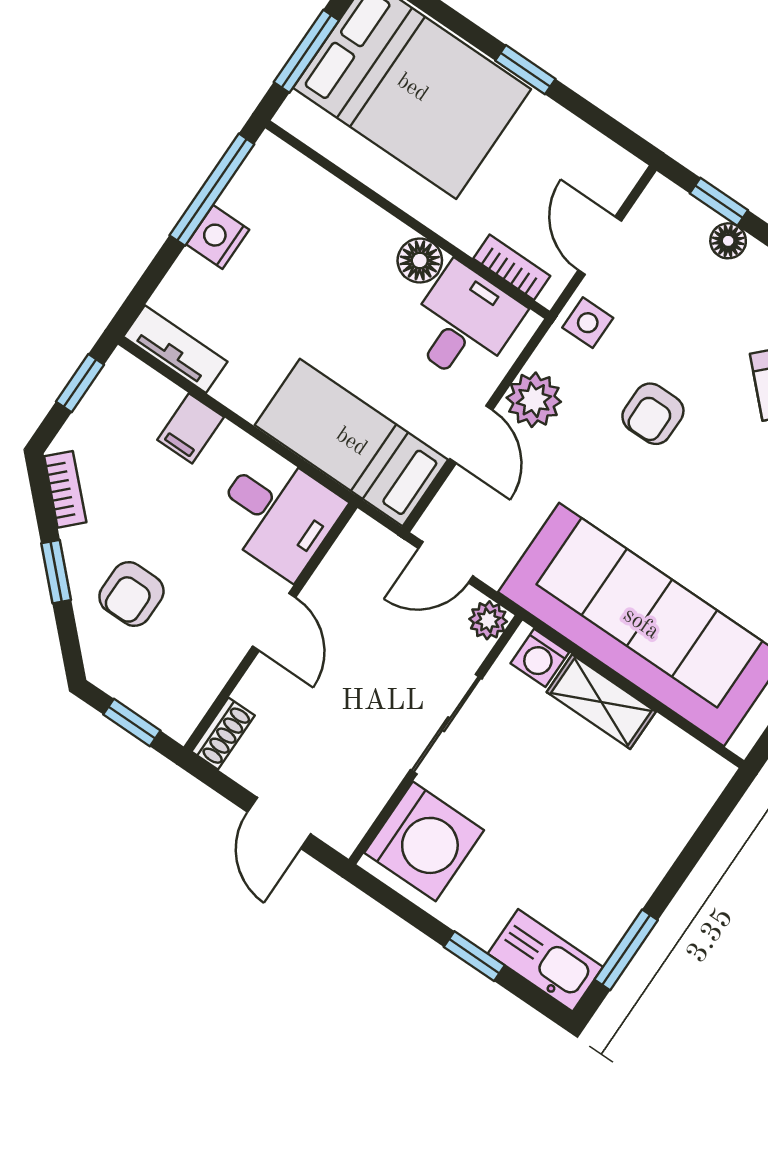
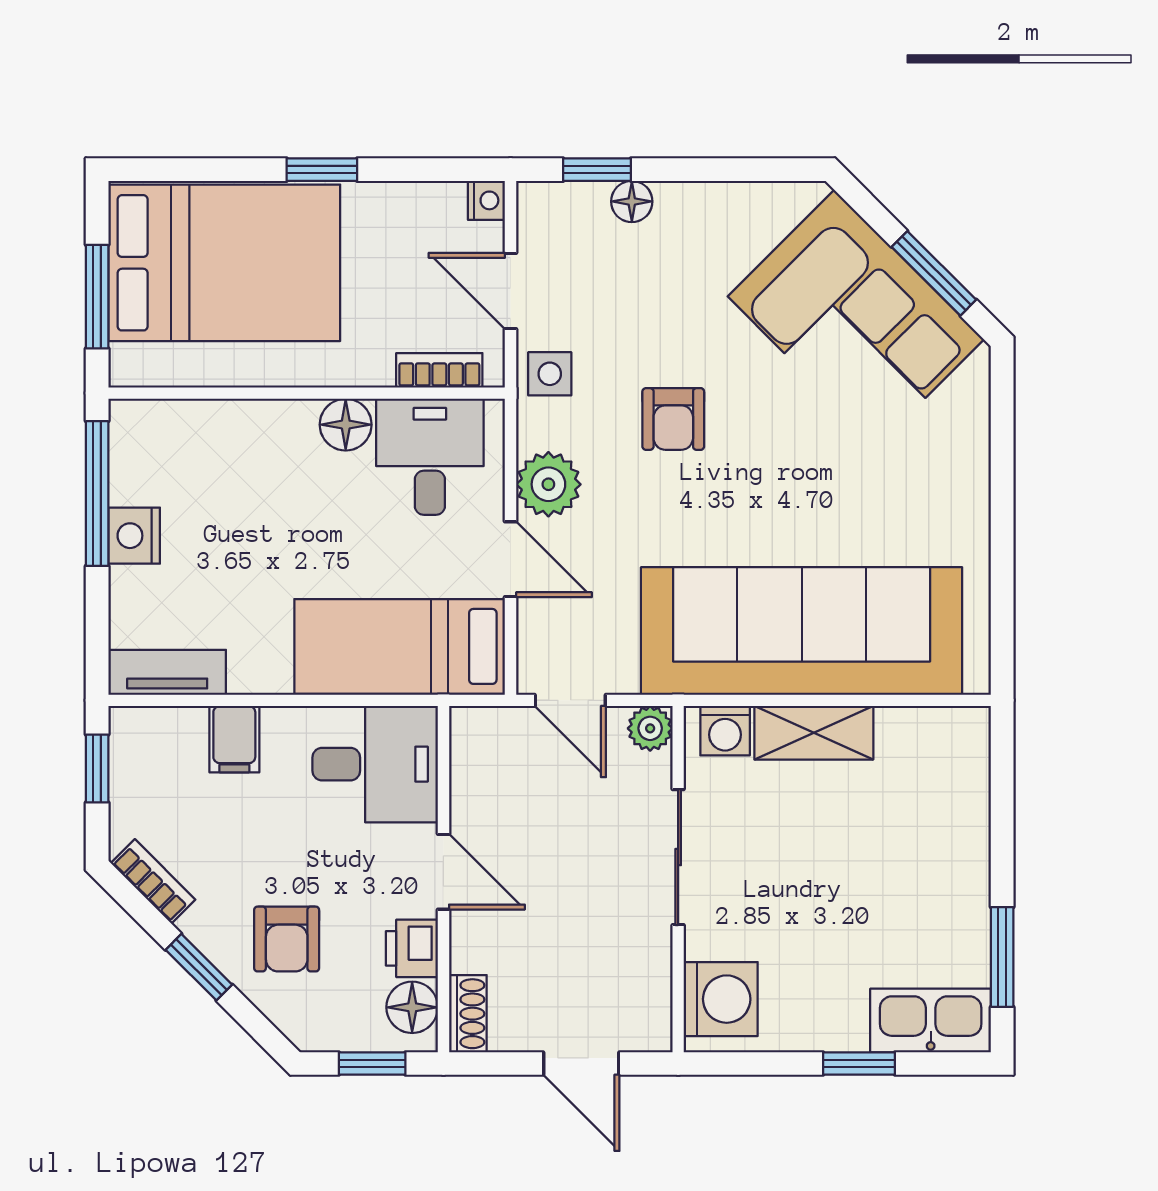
nightstand: (626, 170) -> (486, 200), added
door: (446, 562) -> (570, 700), hinge flipped
printer: (215, 661) -> (412, 948), added
floor lamp: (187, 702) -> (412, 1007), added
washing machine: (424, 841) -> (721, 999), width x0.73, depth x0.73

